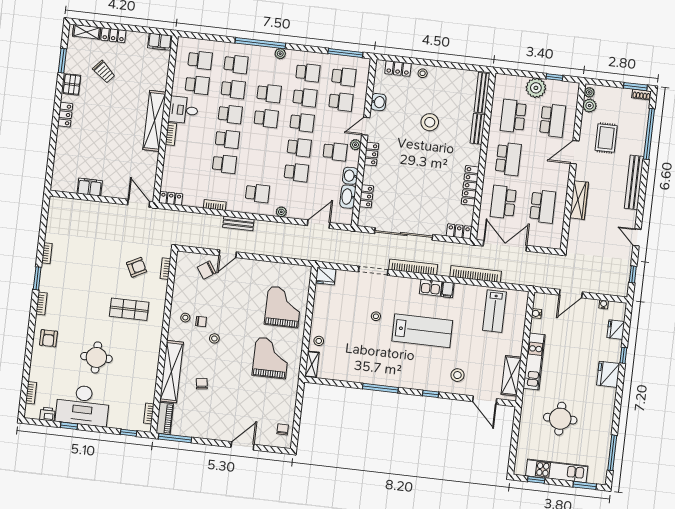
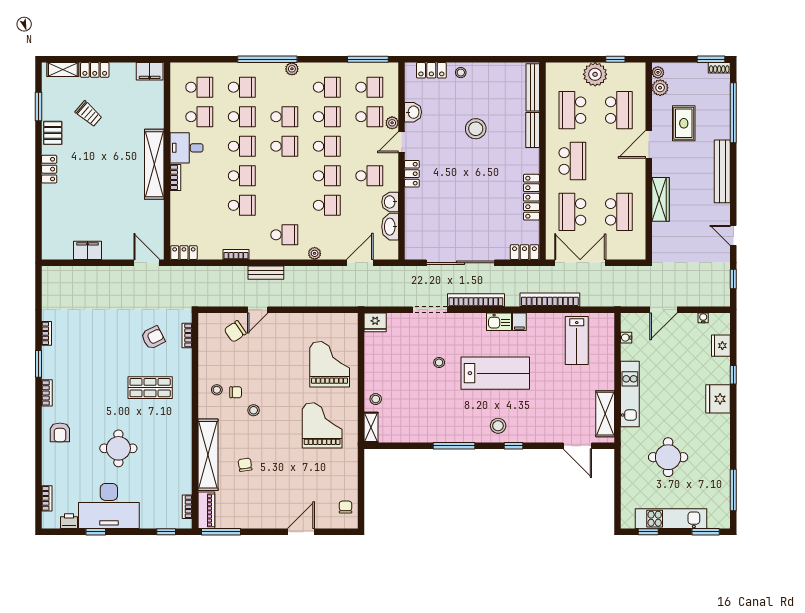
plant: (356, 145) -> (392, 123), moved
locker: (366, 196) -> (412, 224), removed
stool: (457, 375) -> (498, 426), moved

